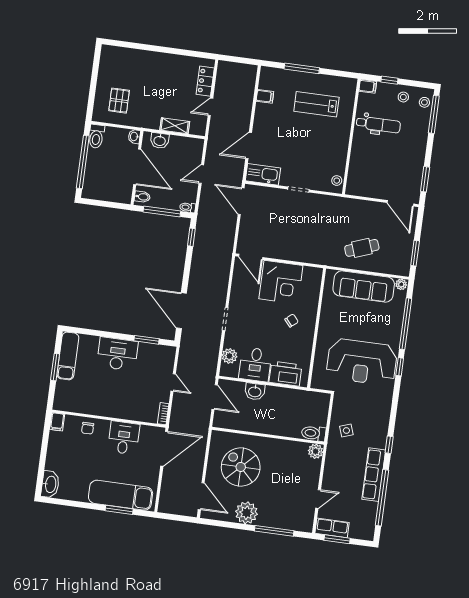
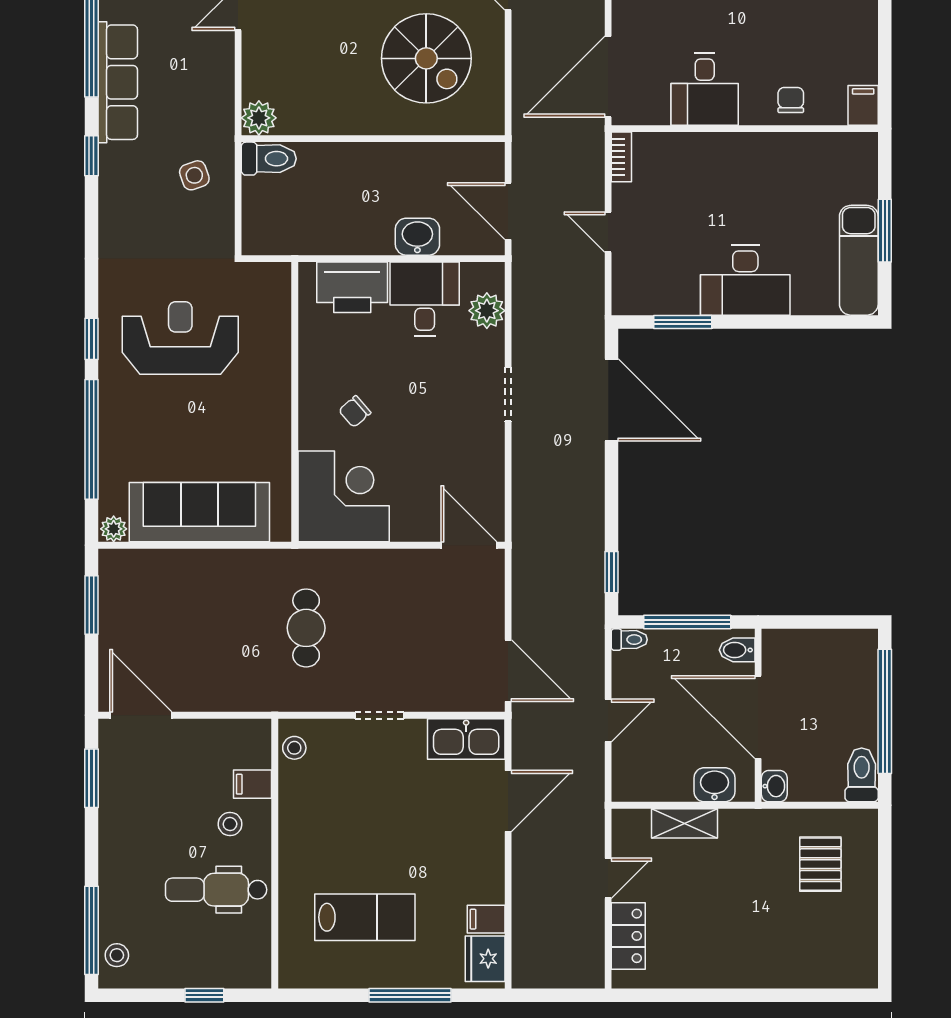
fridge: (268, 80) -> (485, 959), added
filing cabinet: (368, 86) -> (252, 784), moved
stool: (403, 97) -> (230, 824), moved
cafe table: (362, 248) -> (306, 628), moved, turned -70
corner desk: (281, 282) -> (344, 496), moved, turned 90
reception desk: (362, 362) -> (180, 338), width x0.74, depth x0.77

